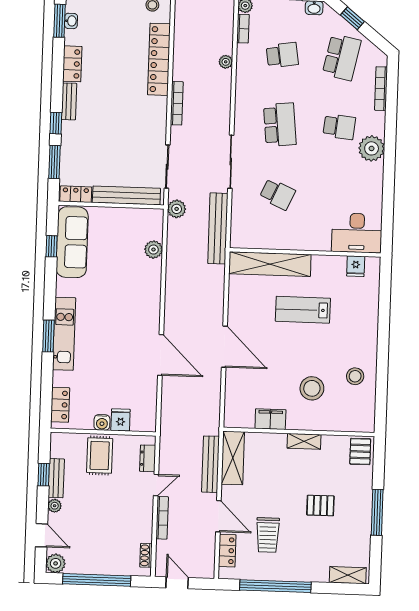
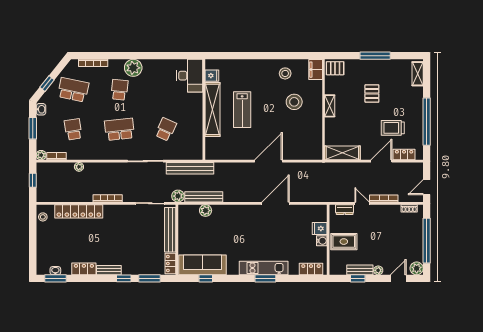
shelving: (270, 264) -> (212, 109), moved
filing cabinet: (270, 419) -> (316, 70), moved
bench: (211, 464) -> (204, 197), moved
trolley: (268, 535) -> (393, 128), turned 180

